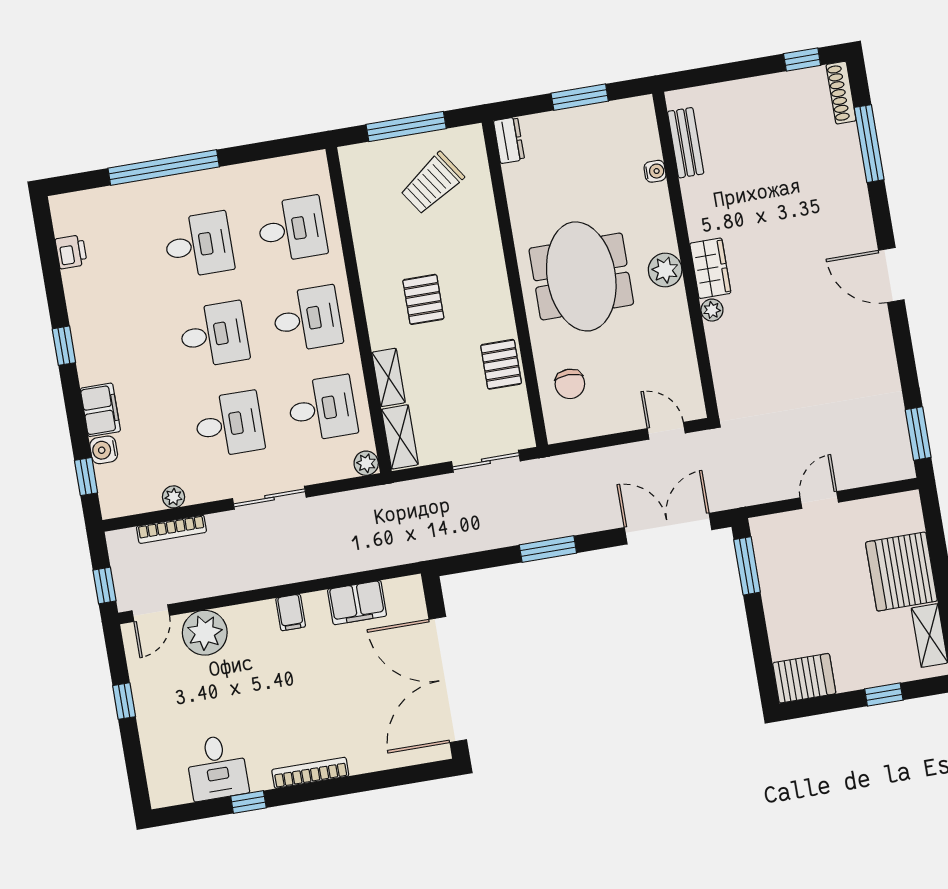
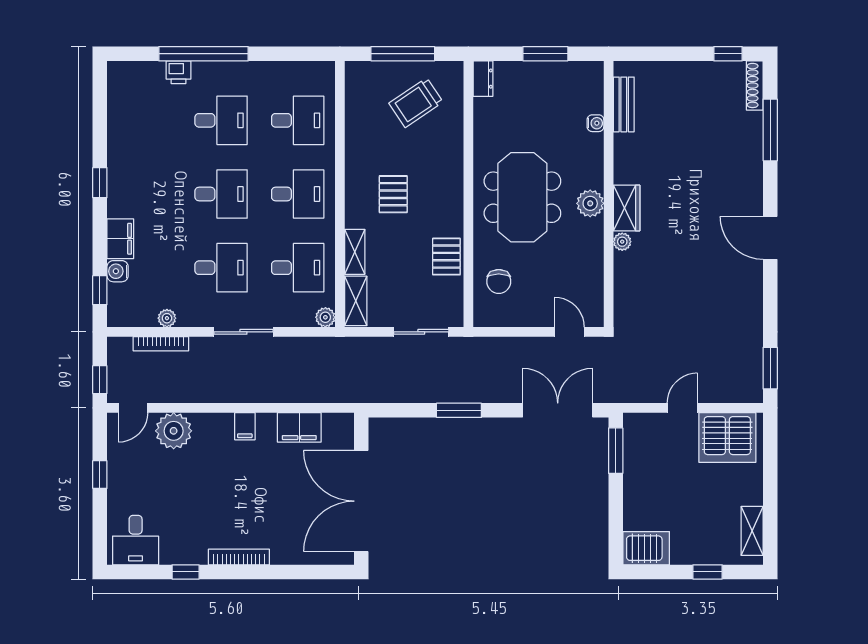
printer: (71, 252) -> (179, 72), moved, turned 90
server rack: (901, 572) -> (727, 438), moved, turned -90
desk: (217, 767) -> (136, 540), moved

